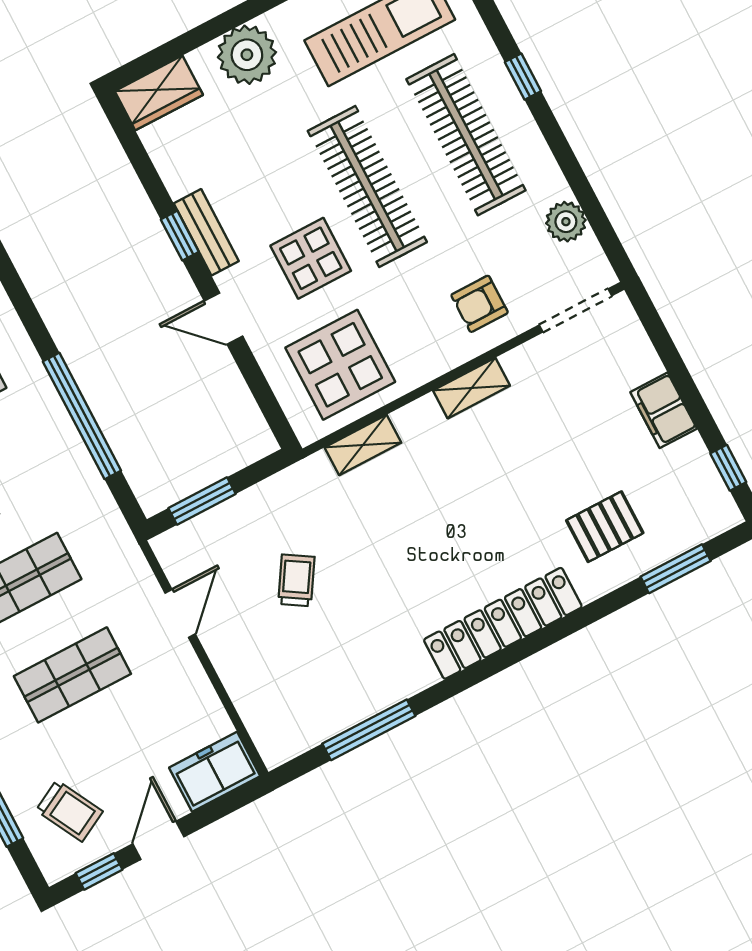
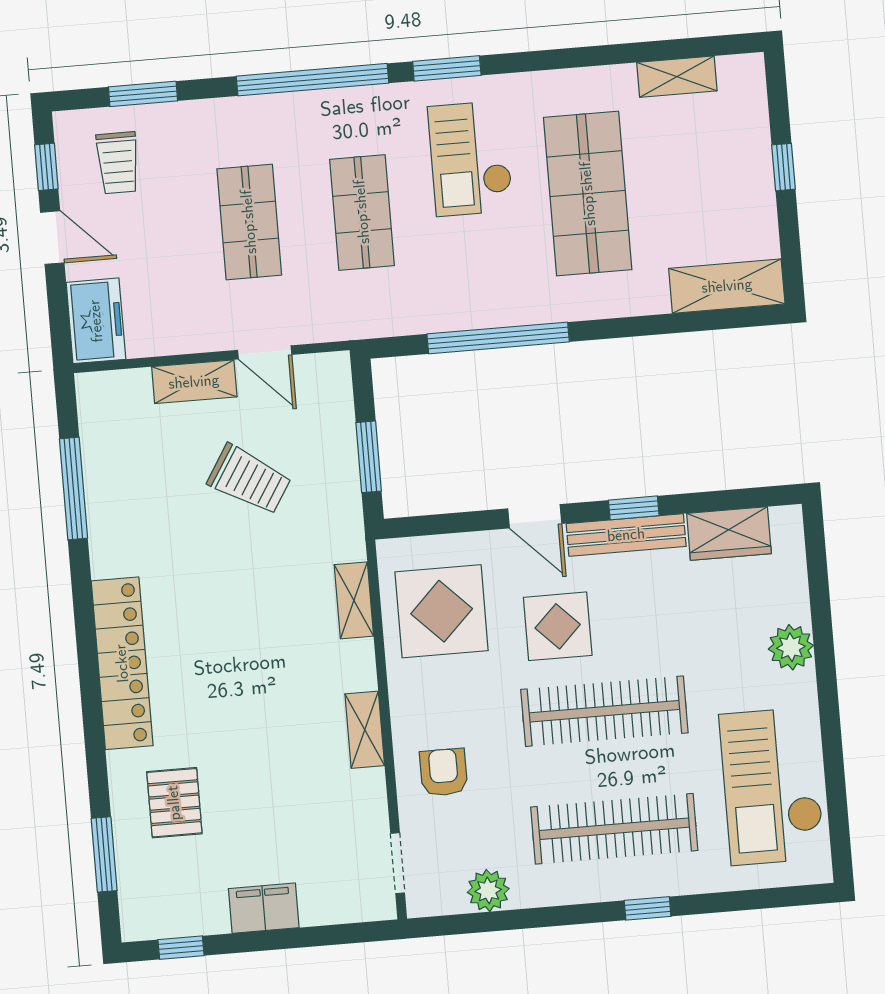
plant: (247, 55) -> (791, 647), width x0.73, depth x0.73
wardrobe: (159, 93) -> (729, 533), moved, turned -90
bench: (206, 232) -> (626, 535), width x1.36
doorway: (575, 310) -> (398, 863), width x0.73
door: (223, 319) -> (535, 516), swing flipped
window: (202, 501) -> (369, 457), moved
trolley: (296, 580) -> (249, 480), width x1.36, depth x1.39
shelving: (232, 664) -> (194, 382), added
trolley: (69, 811) -> (118, 163), turned -62

